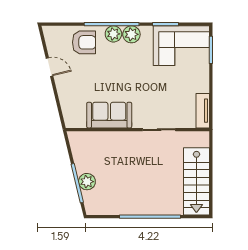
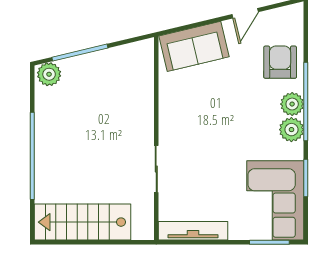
armchair: (84, 42) -> (280, 62), turned 180
tv unit: (203, 111) -> (193, 231), width x1.41
sofa: (109, 115) -> (194, 46), moved, turned 77
plant: (87, 182) -> (49, 74), moved

